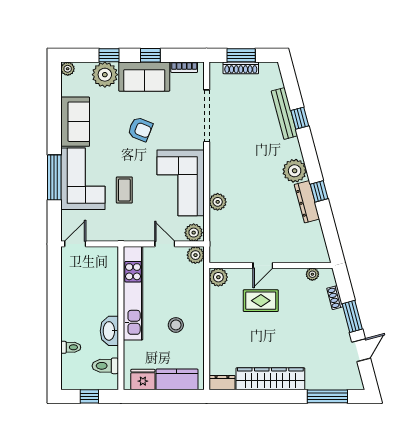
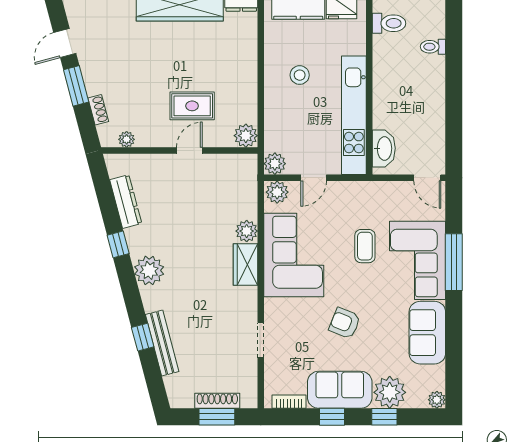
doorway: (207, 116) -> (261, 340), width x0.53
wardrobe: (219, 175) -> (245, 265), added
dresser: (307, 202) -> (126, 201), moved
door: (75, 244) -> (427, 178), hinge flipped
door: (165, 244) -> (314, 178), hinge flipped
washbasin: (109, 331) -> (384, 148), moved

